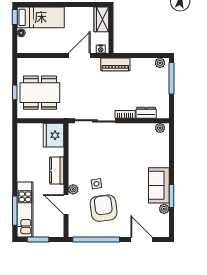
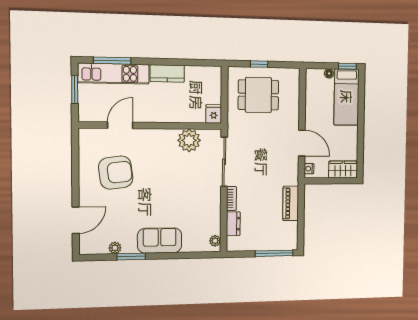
plant: (160, 63) -> (292, 239), removed
piano: (115, 64) -> (291, 203), moved
dining table: (40, 93) -> (258, 95), width x0.73
fridge: (53, 135) -> (214, 114), width x0.53, depth x0.75
kitchen counter: (57, 170) -> (167, 73), moved, turned 180
side table: (96, 184) -> (146, 164), removed
sofa: (159, 185) -> (160, 241), moved
plant: (73, 189) -> (189, 140), moved, width x1.87, depth x1.87
window: (96, 240) -> (75, 163), removed

